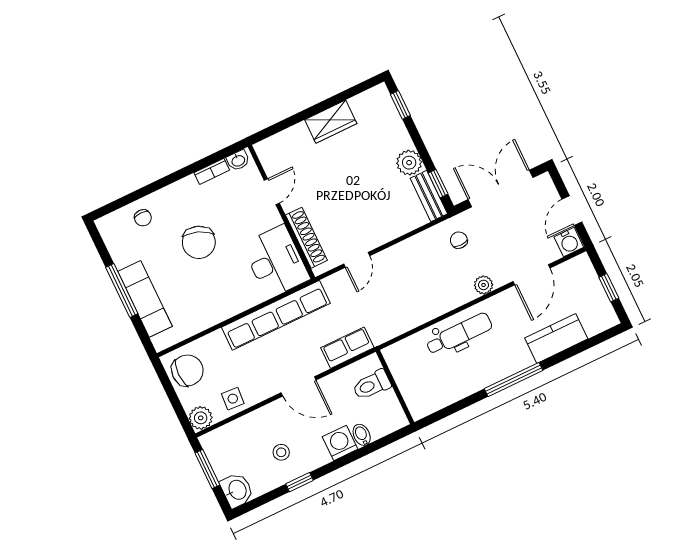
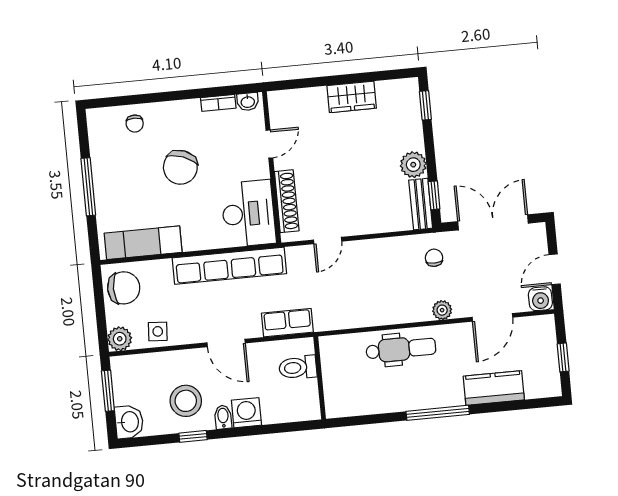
exam couch: (145, 299) -> (143, 243), moved, turned -90
bidet: (362, 435) -> (223, 417), moved
stool: (281, 452) -> (186, 401), width x1.89, depth x1.89

